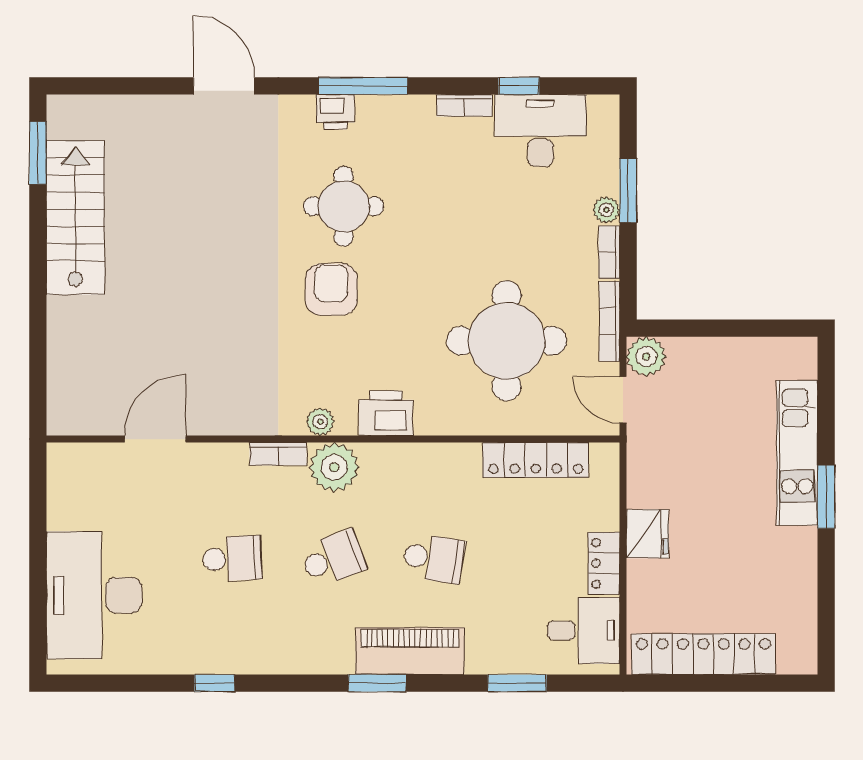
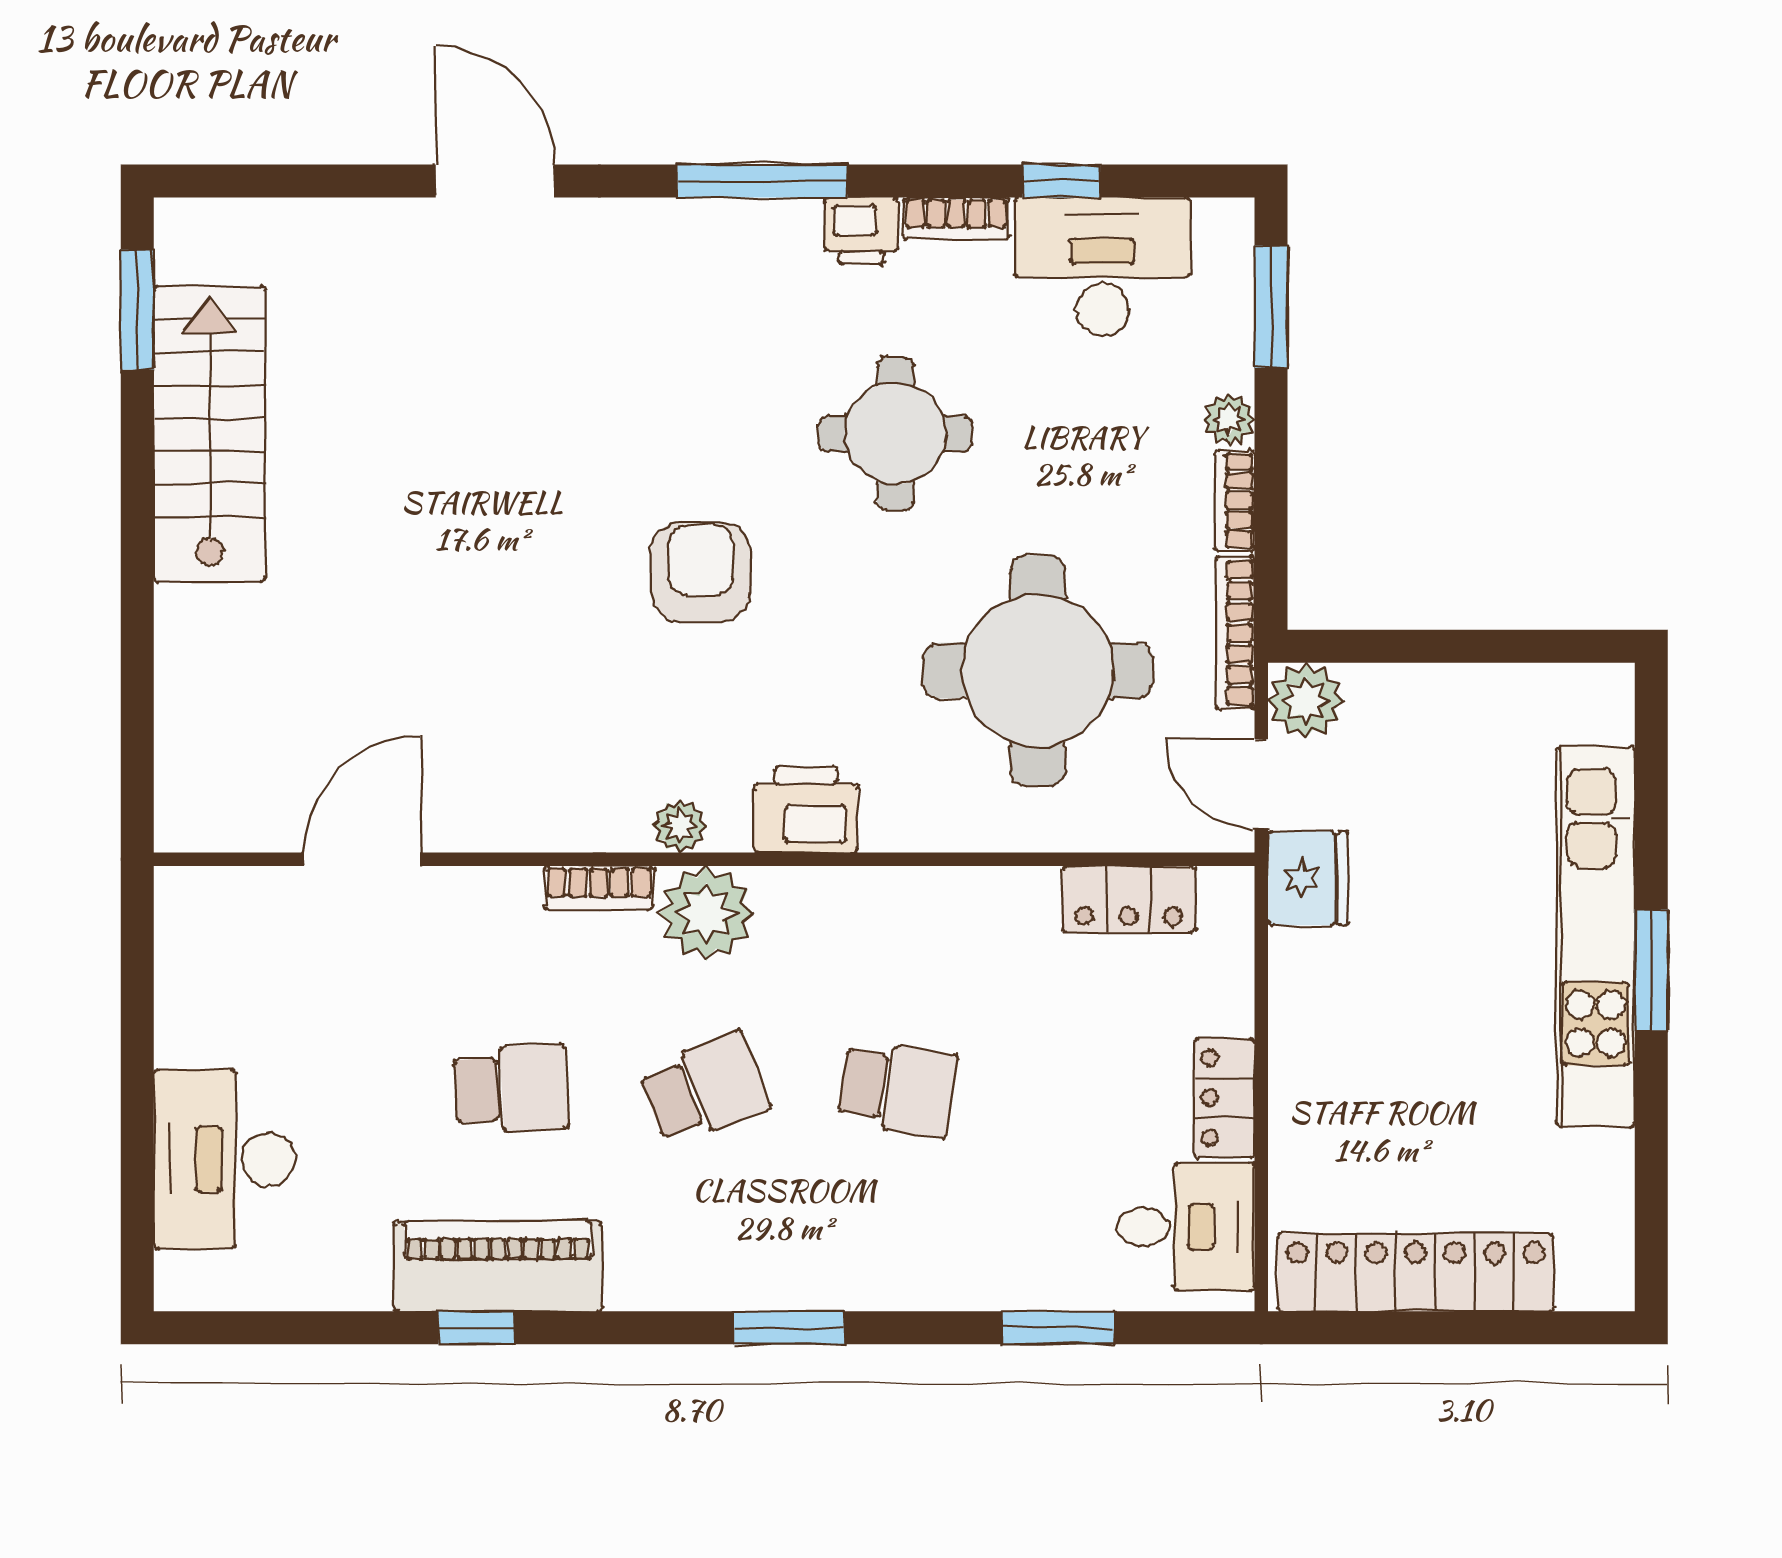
printer: (335, 112) -> (861, 231), moved
window: (628, 191) -> (1271, 307), moved
round table: (344, 206) -> (895, 433), moved
kitchen unit: (797, 453) -> (1596, 936), width x1.36
locker: (536, 460) -> (1128, 899), width x0.66
fridge: (648, 534) -> (1308, 878), moved
desk: (94, 595) -> (224, 1159), width x0.73, depth x0.77
piano: (410, 651) -> (498, 1266), moved

